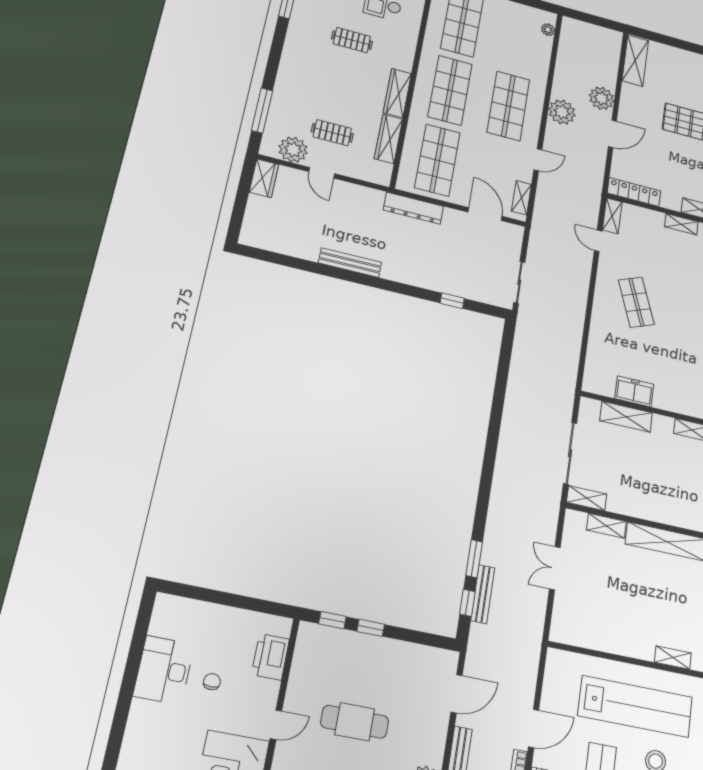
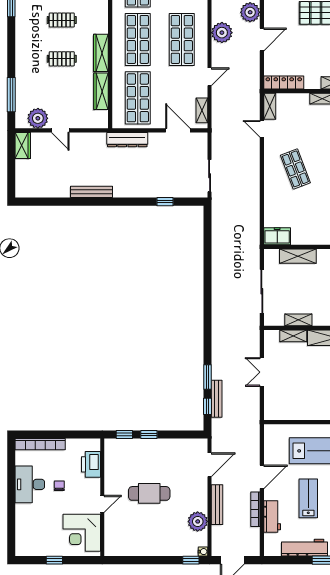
clothes rail: (332, 133) -> (62, 59), moved
freezer: (634, 391) -> (277, 236), moved
shelving: (587, 498) -> (298, 320), moved
bookcase: (195, 608) -> (40, 444), added

